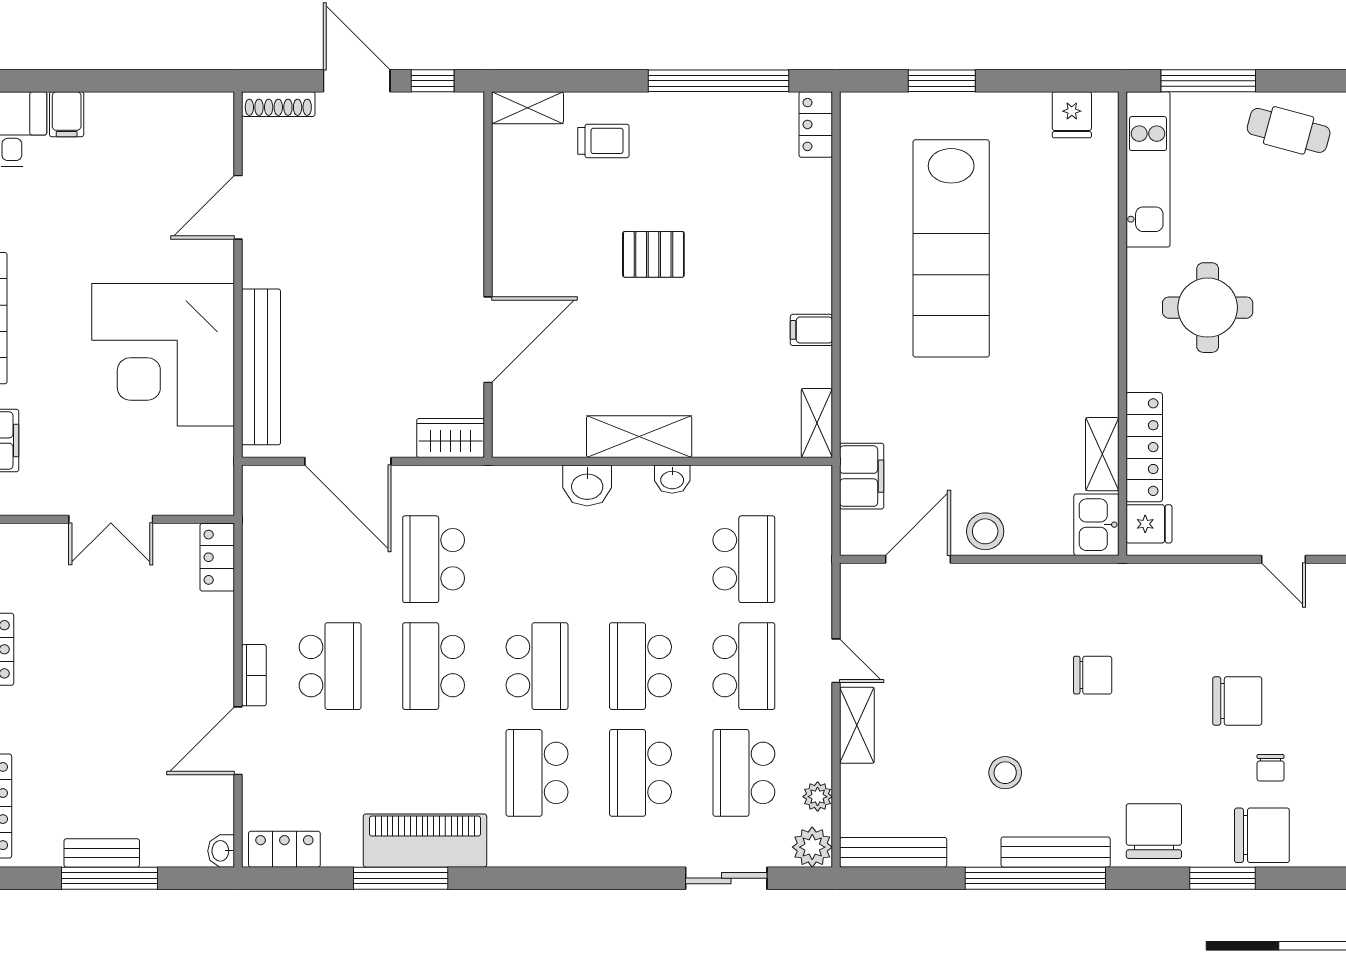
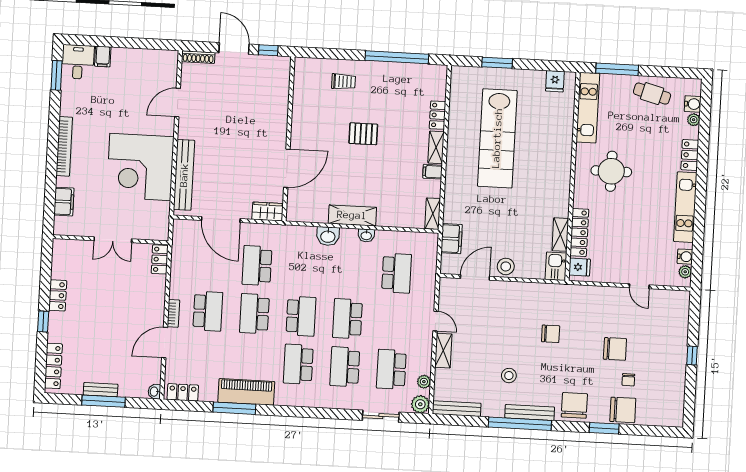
shelving: (527, 108) -> (436, 147), moved, turned 90
locker: (816, 124) -> (438, 115), moved
school desk: (744, 666) -> (394, 321), removed

